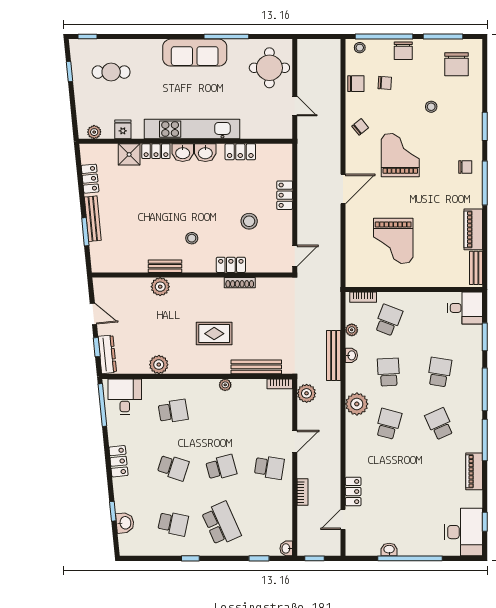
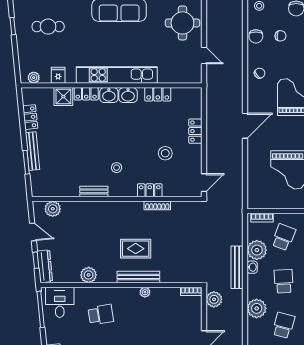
chair: (356, 84) -> (256, 36), turned 90
plant: (160, 287) -> (53, 209), moved
plant: (352, 330) -> (257, 250), width x1.87, depth x1.87
bench: (256, 367) -> (138, 277), moved

